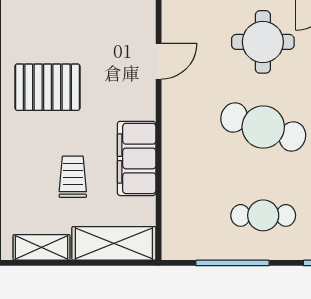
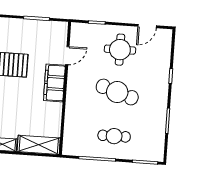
filing cabinet: (137, 158) -> (54, 83), moved
trolley: (73, 177) -> (21, 110), removed

